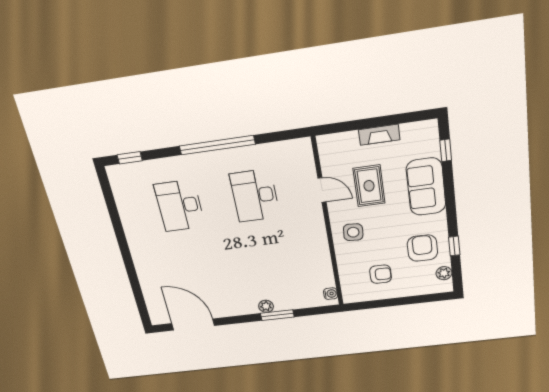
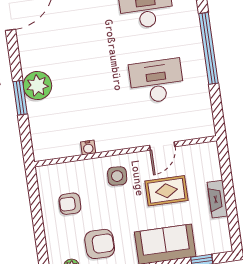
armchair: (381, 274) -> (70, 204), turned 90
water cooler: (331, 294) -> (88, 148), moved
plant: (266, 306) -> (37, 86), width x1.88, depth x1.88

